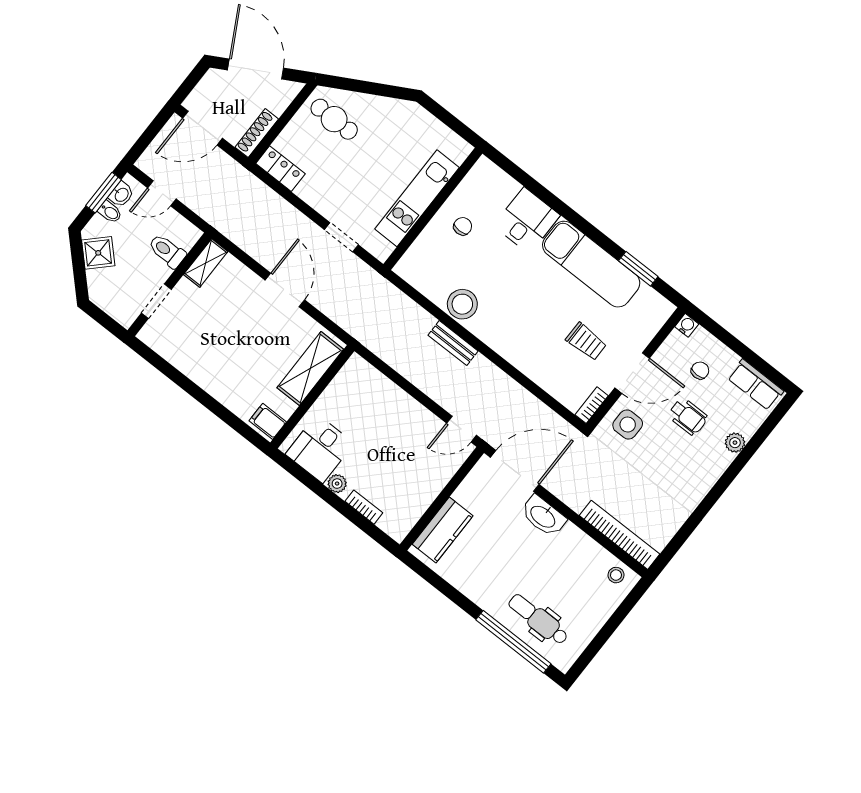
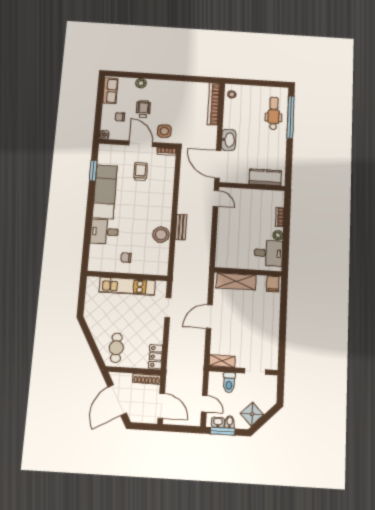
dental chair: (538, 619) -> (274, 113), turned 180

